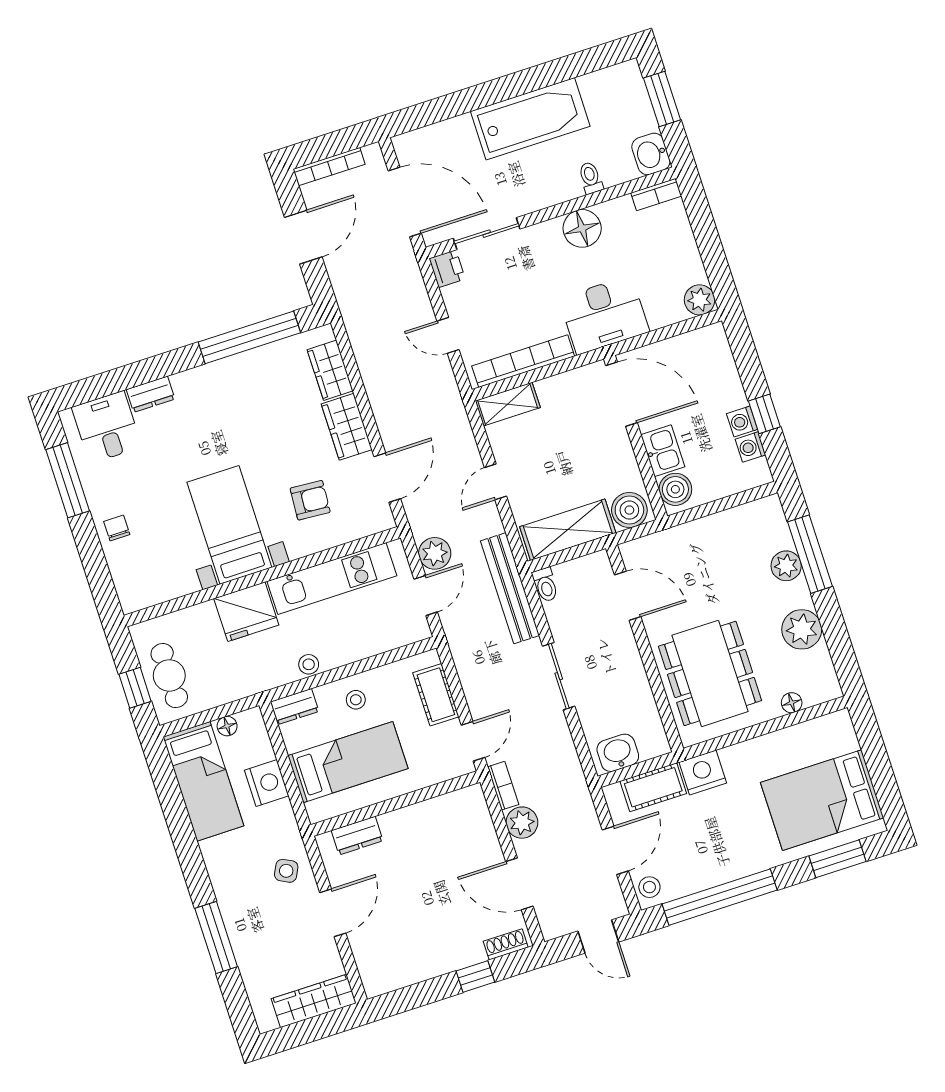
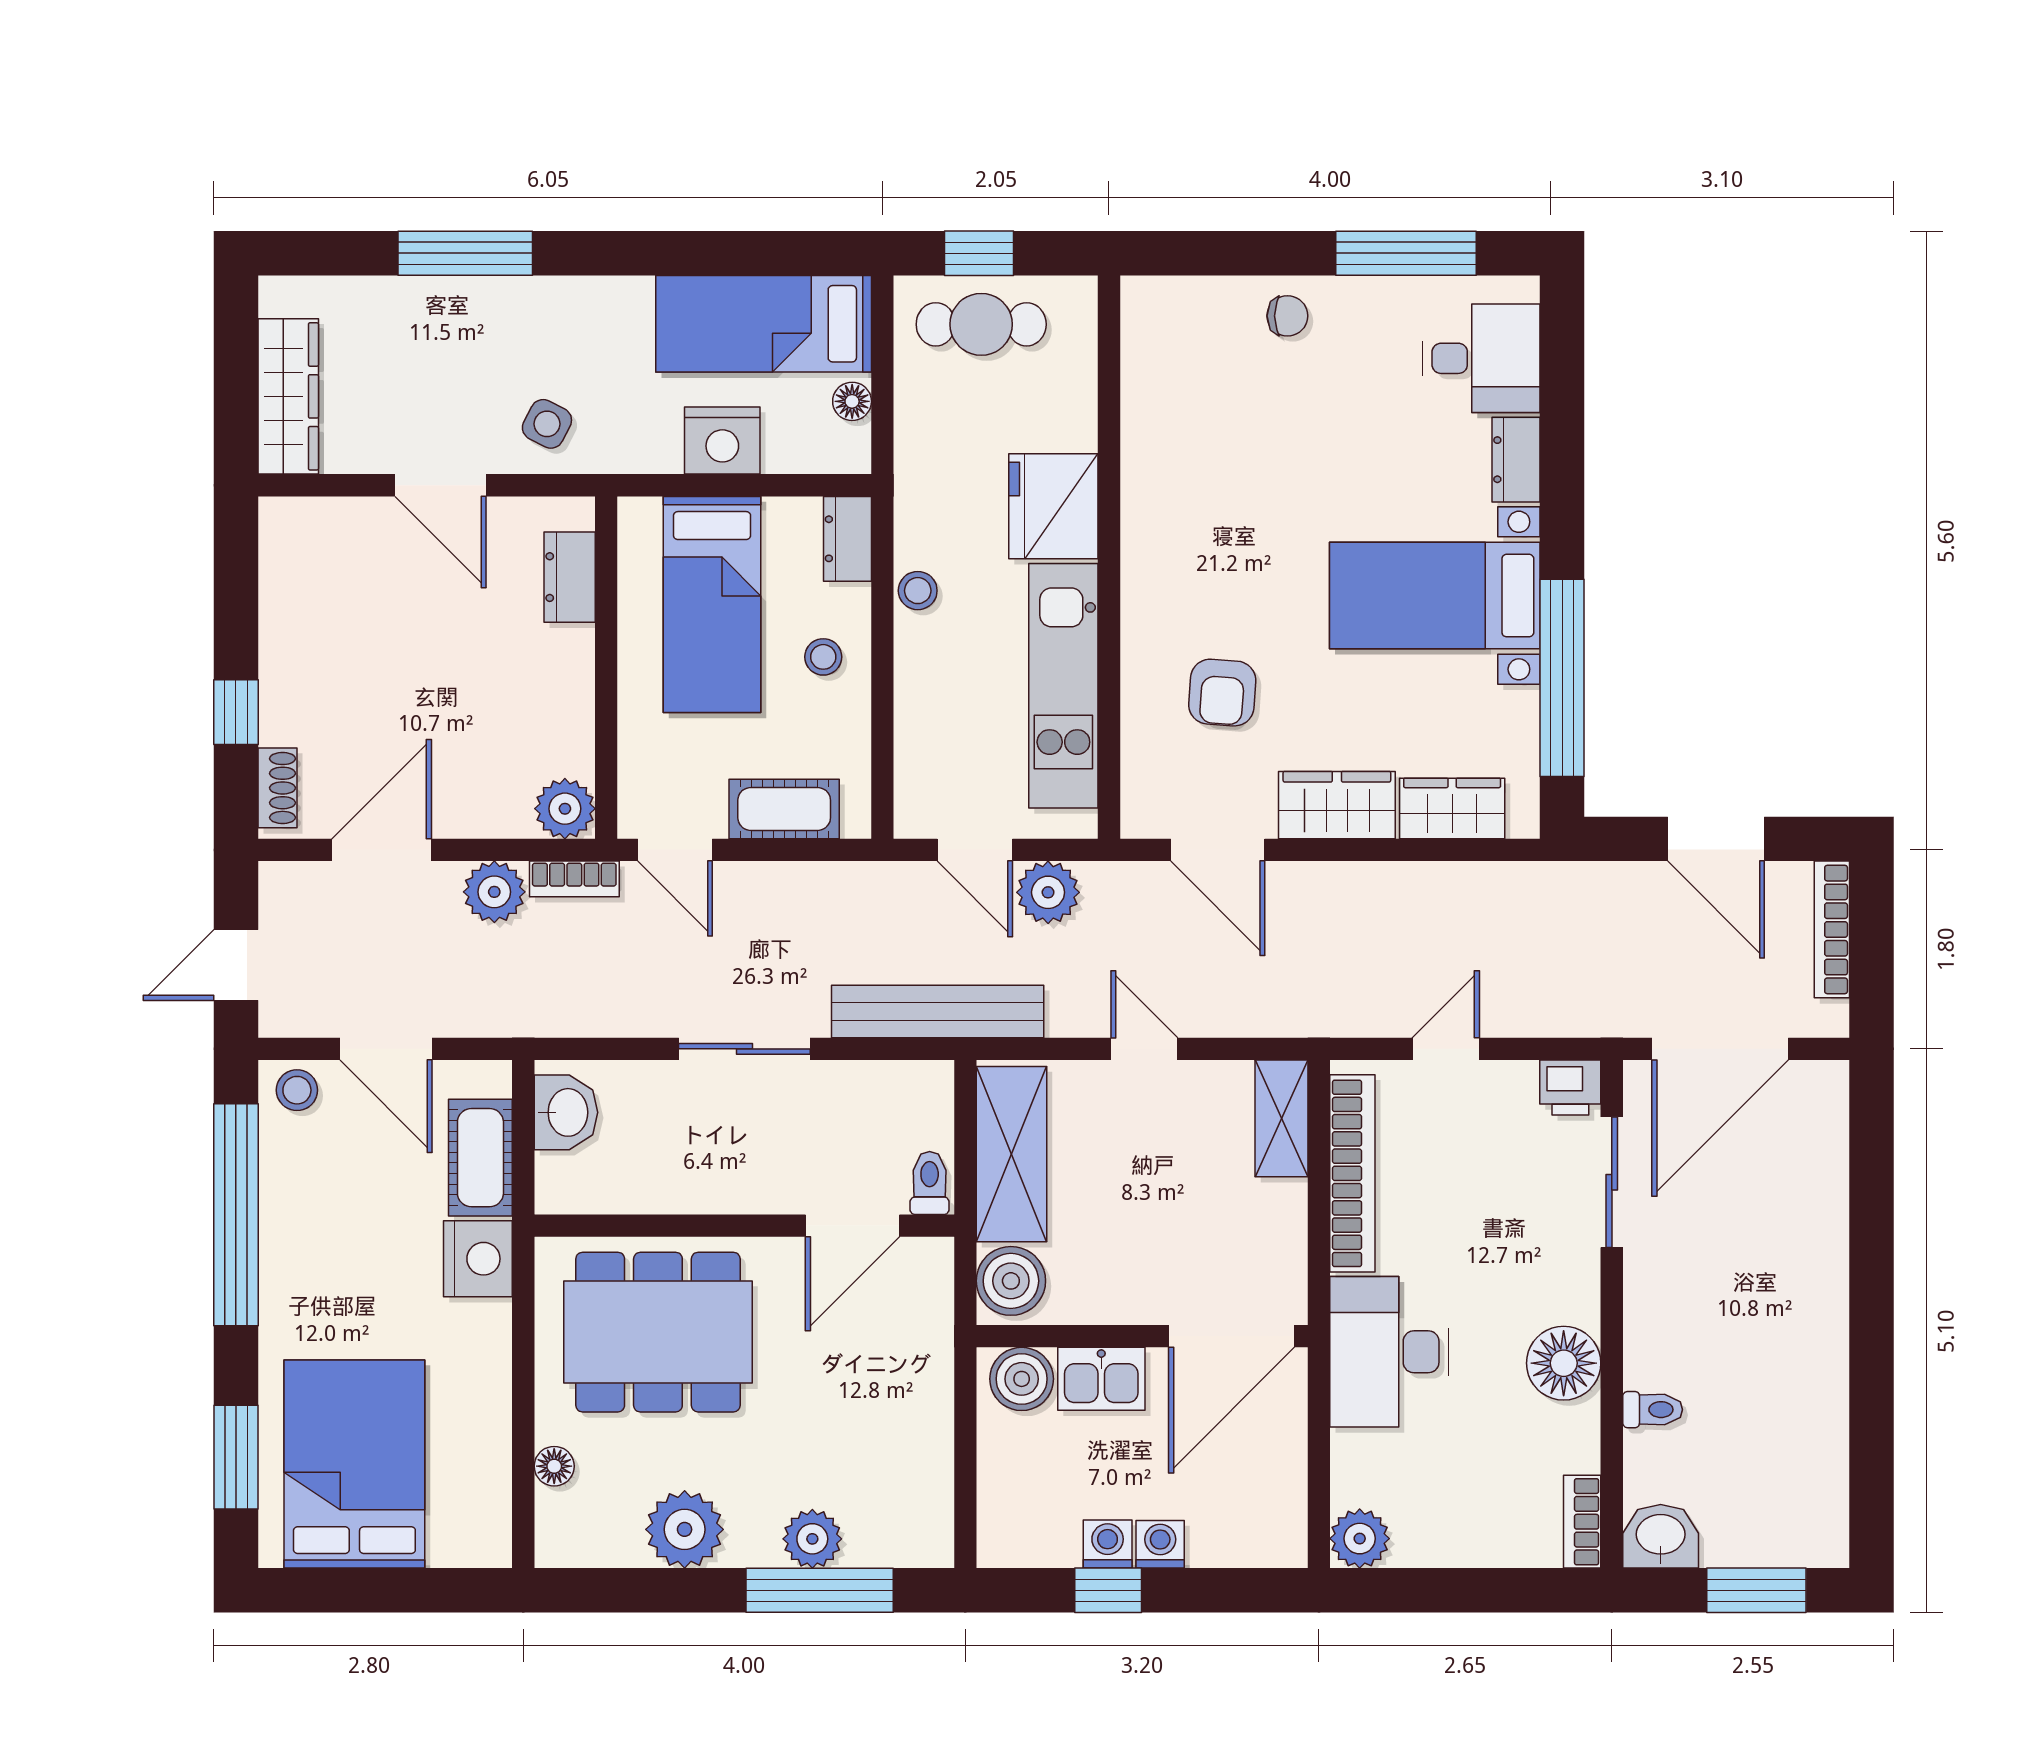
bathtub: (530, 119) -> (1799, 1333), removed
washing machine: (750, 447) -> (1160, 1544), moved
bed with nightstands: (229, 525) -> (1435, 596), moved, turned 180
toilet: (545, 585) -> (930, 1183), moved, turned 90
plant: (470, 801) -> (565, 809), added

